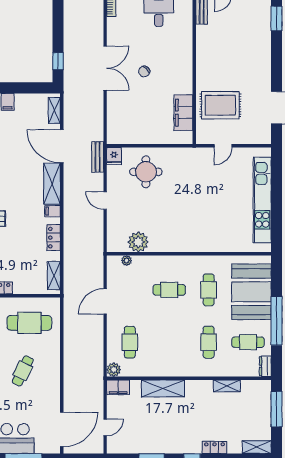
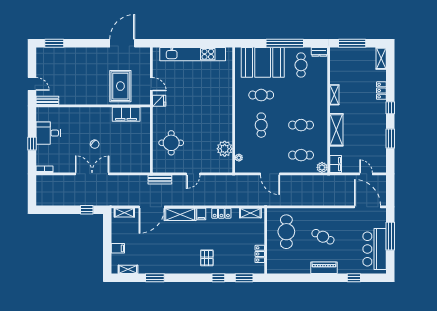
fridge: (114, 156) -> (159, 101), moved
cafe table: (209, 342) -> (301, 125), moved
shelving: (227, 386) -> (334, 95), moved

